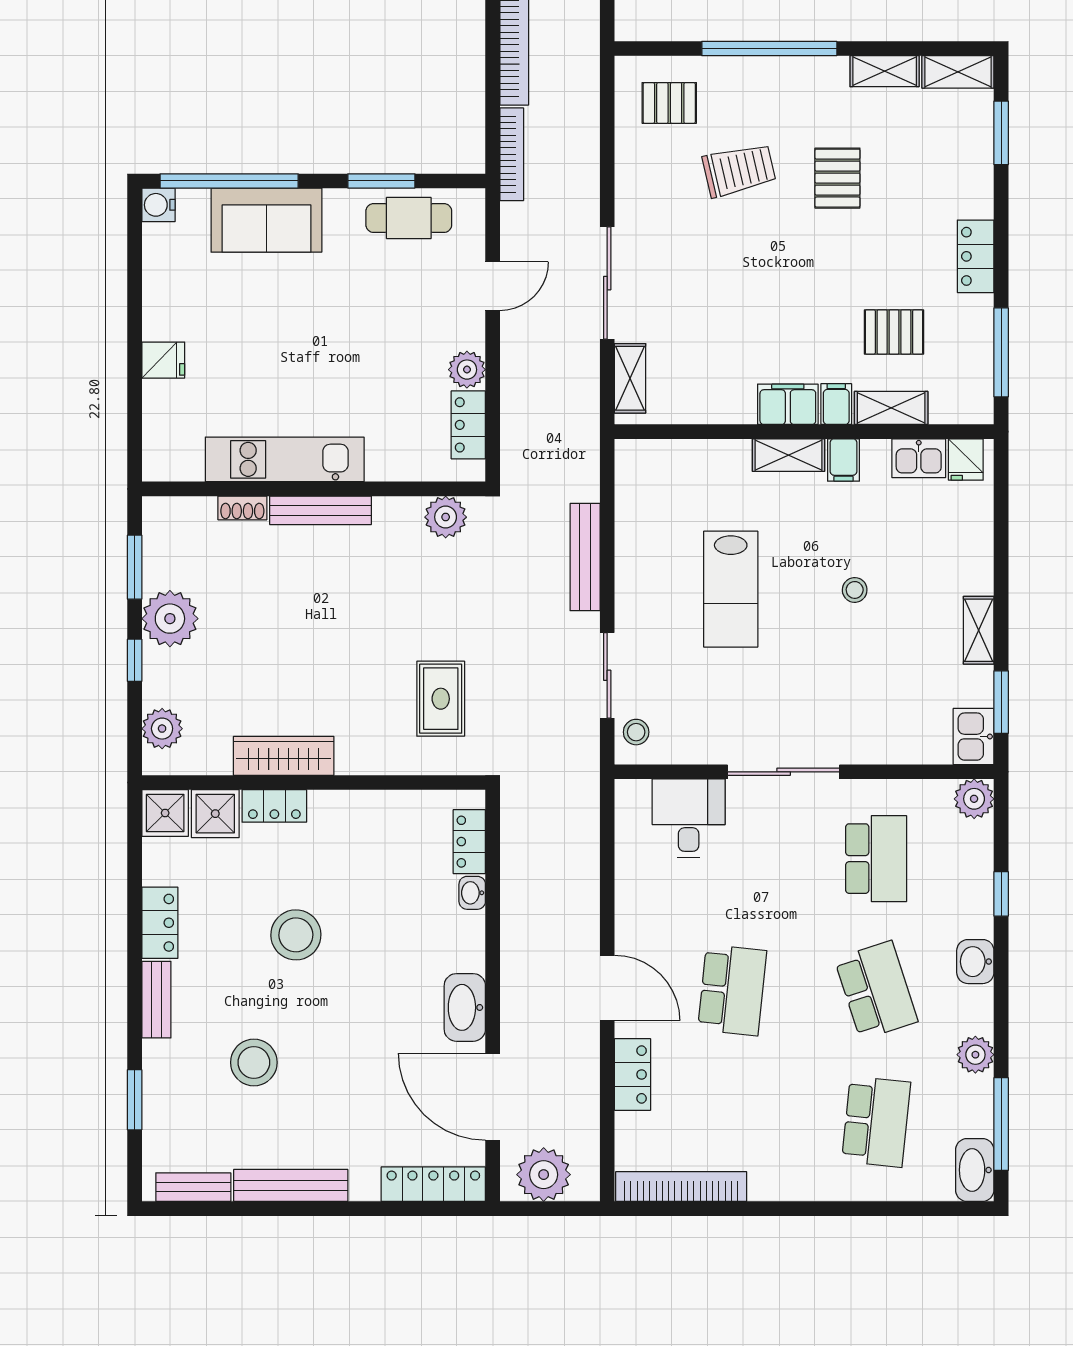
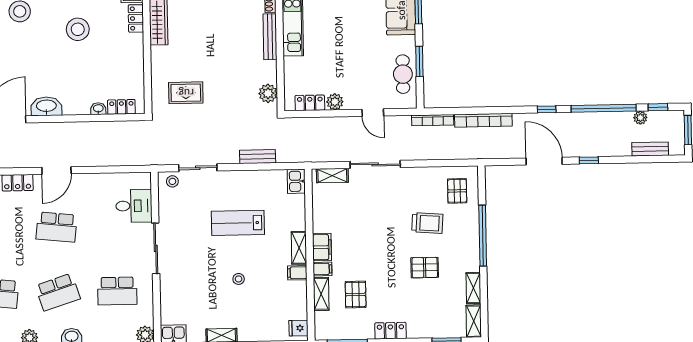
trolley: (739, 170) -> (427, 223), turned -73
kitchen sink: (919, 458) -> (296, 181), moved
bench: (585, 557) -> (258, 157), width x0.73

